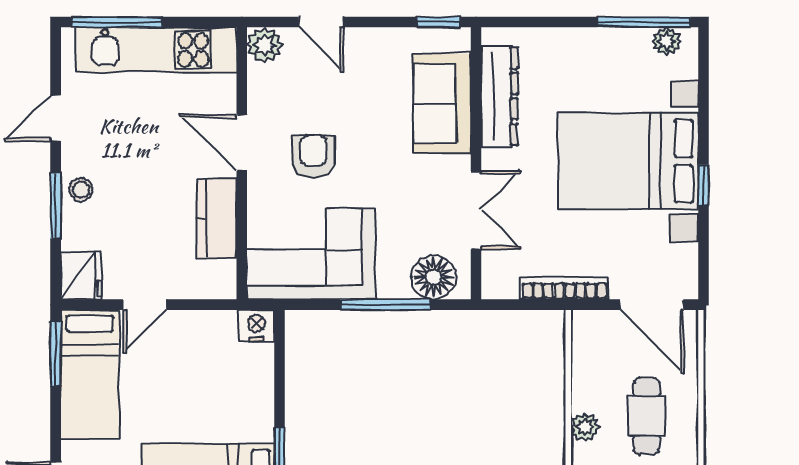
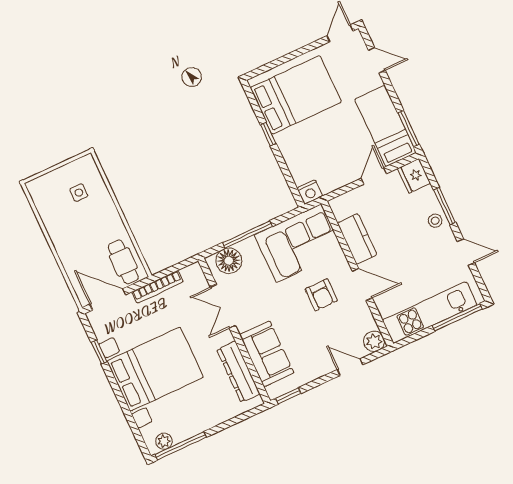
door: (56, 118) -> (466, 252), hinge flipped
window: (703, 185) -> (99, 352), moved
cafe table: (647, 416) -> (123, 262), moved
plant: (585, 427) -> (113, 219), removed

